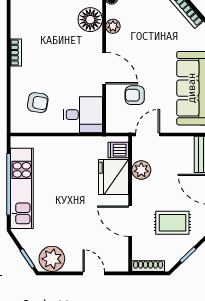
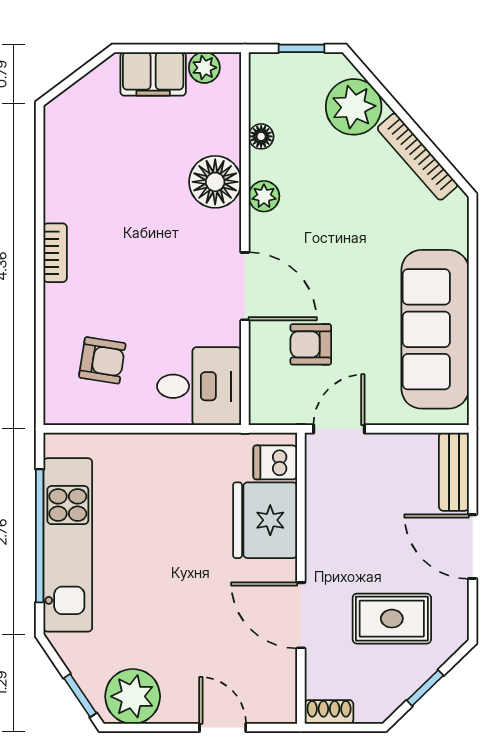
plant: (141, 170) -> (325, 505), removed
shoe rack: (148, 266) -> (329, 712), width x0.70

